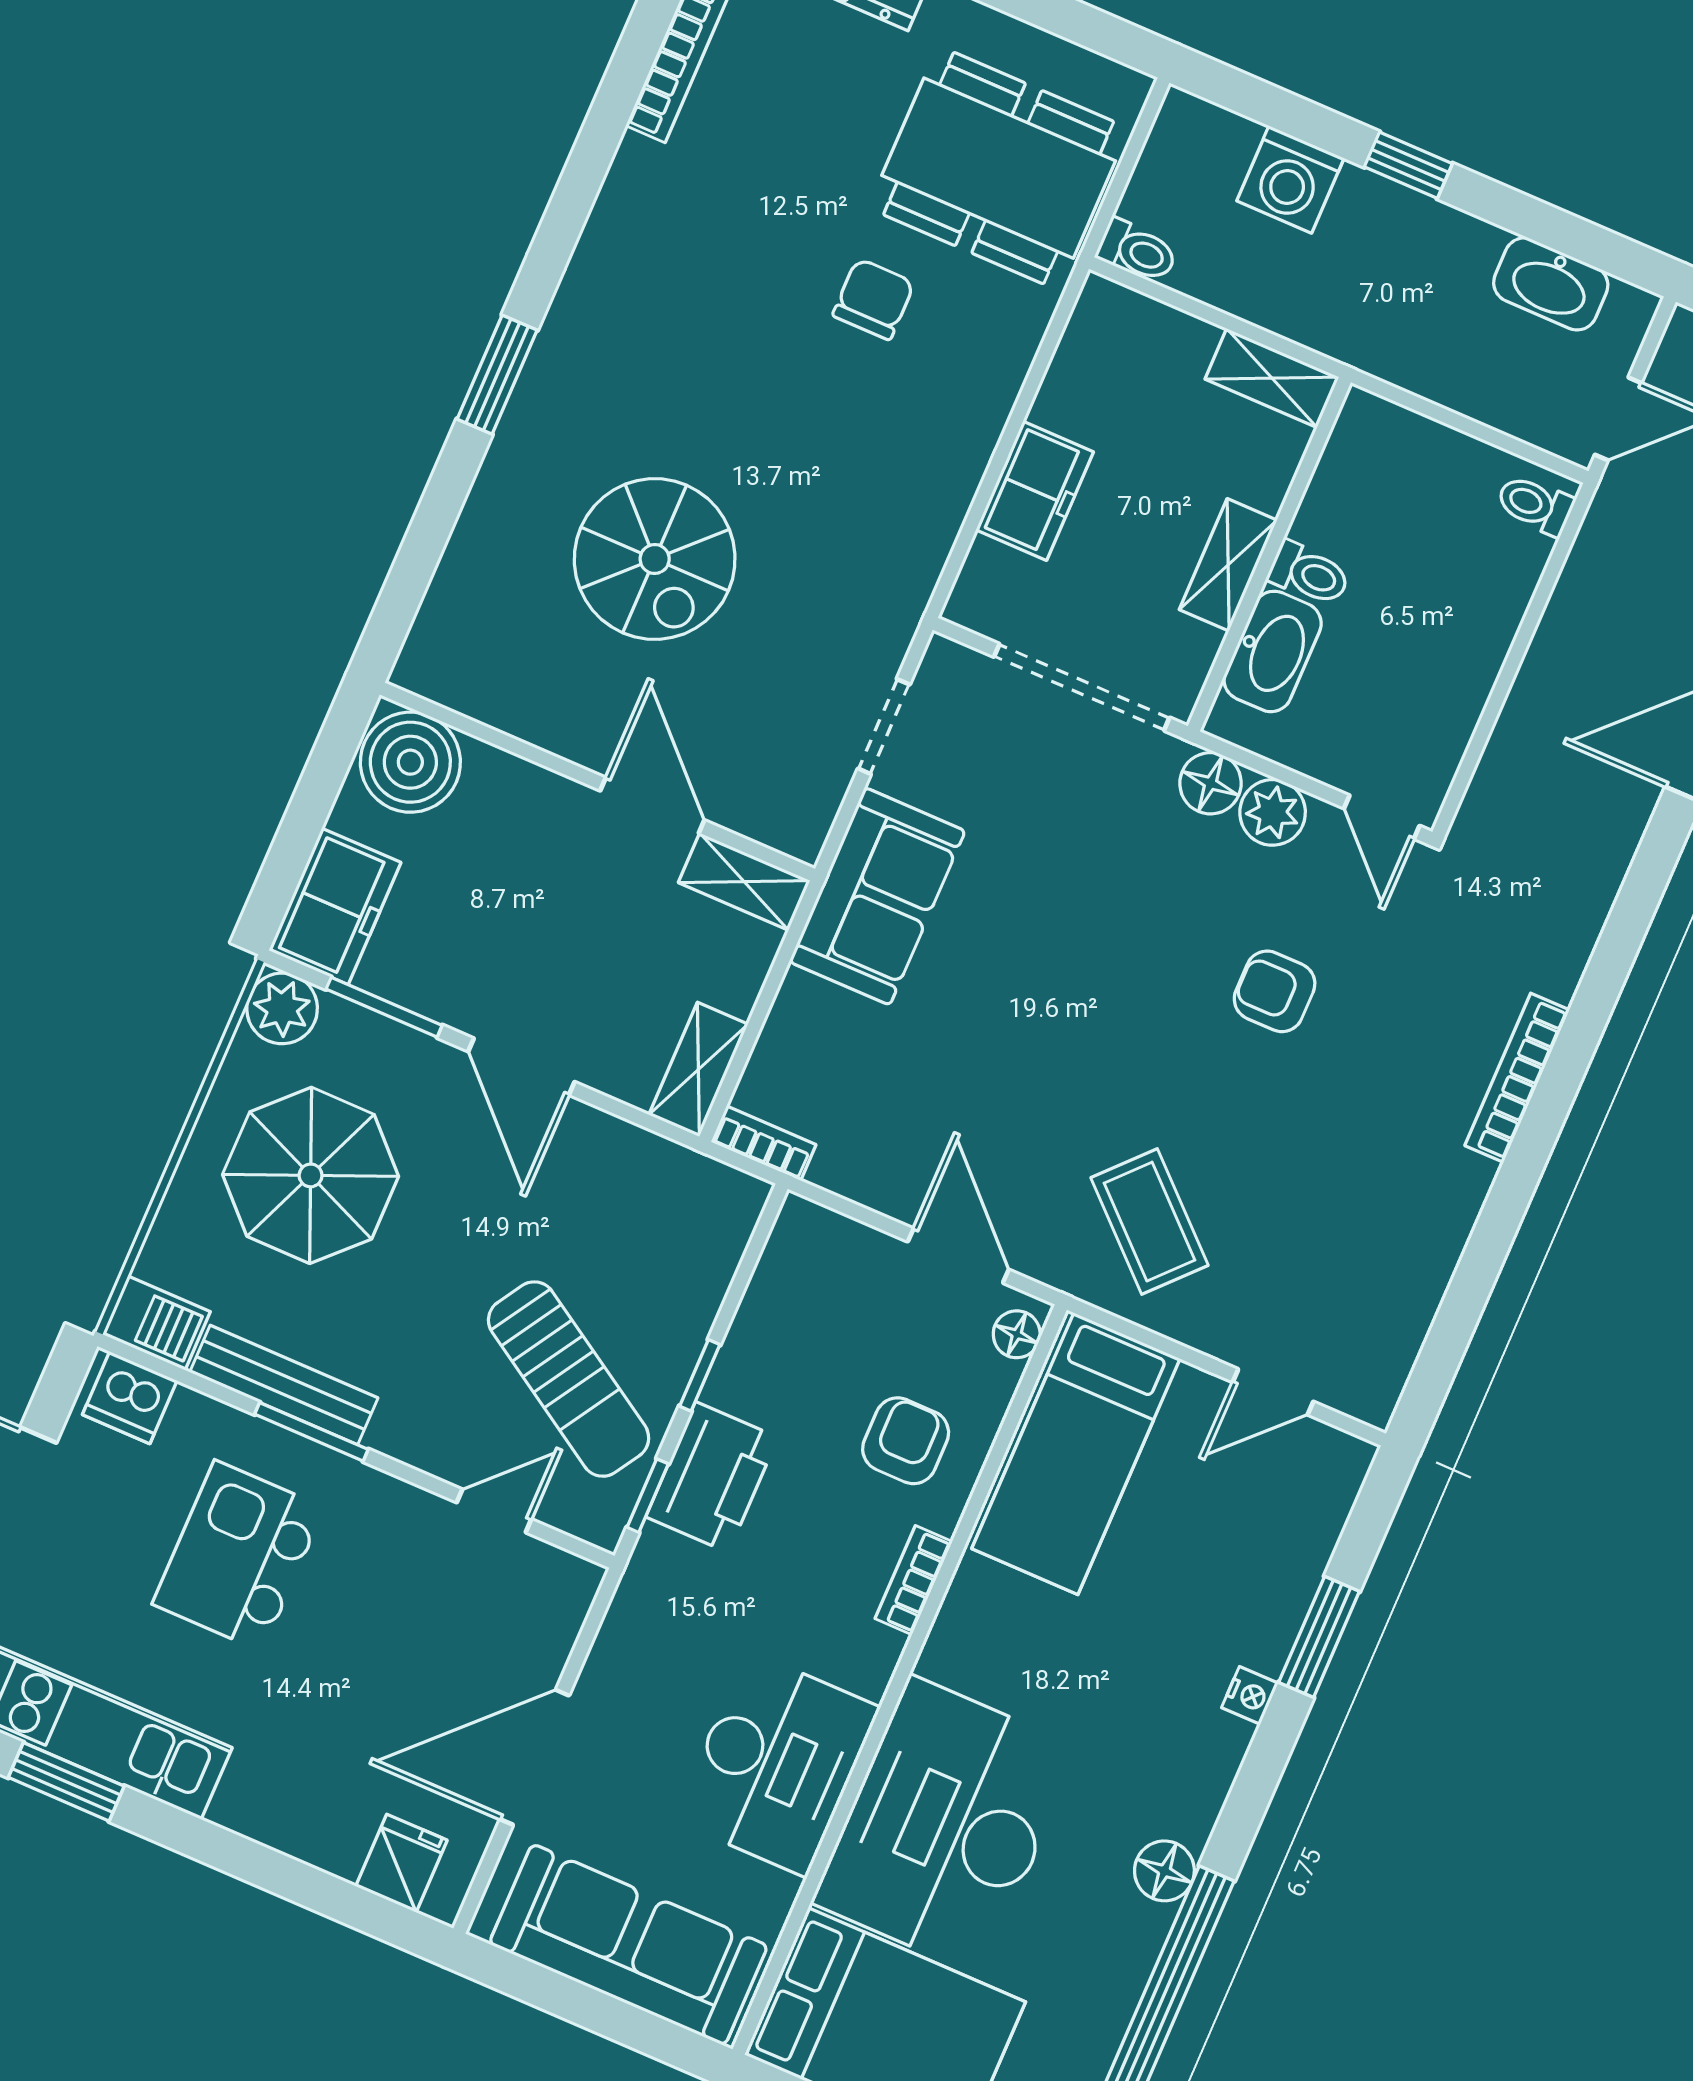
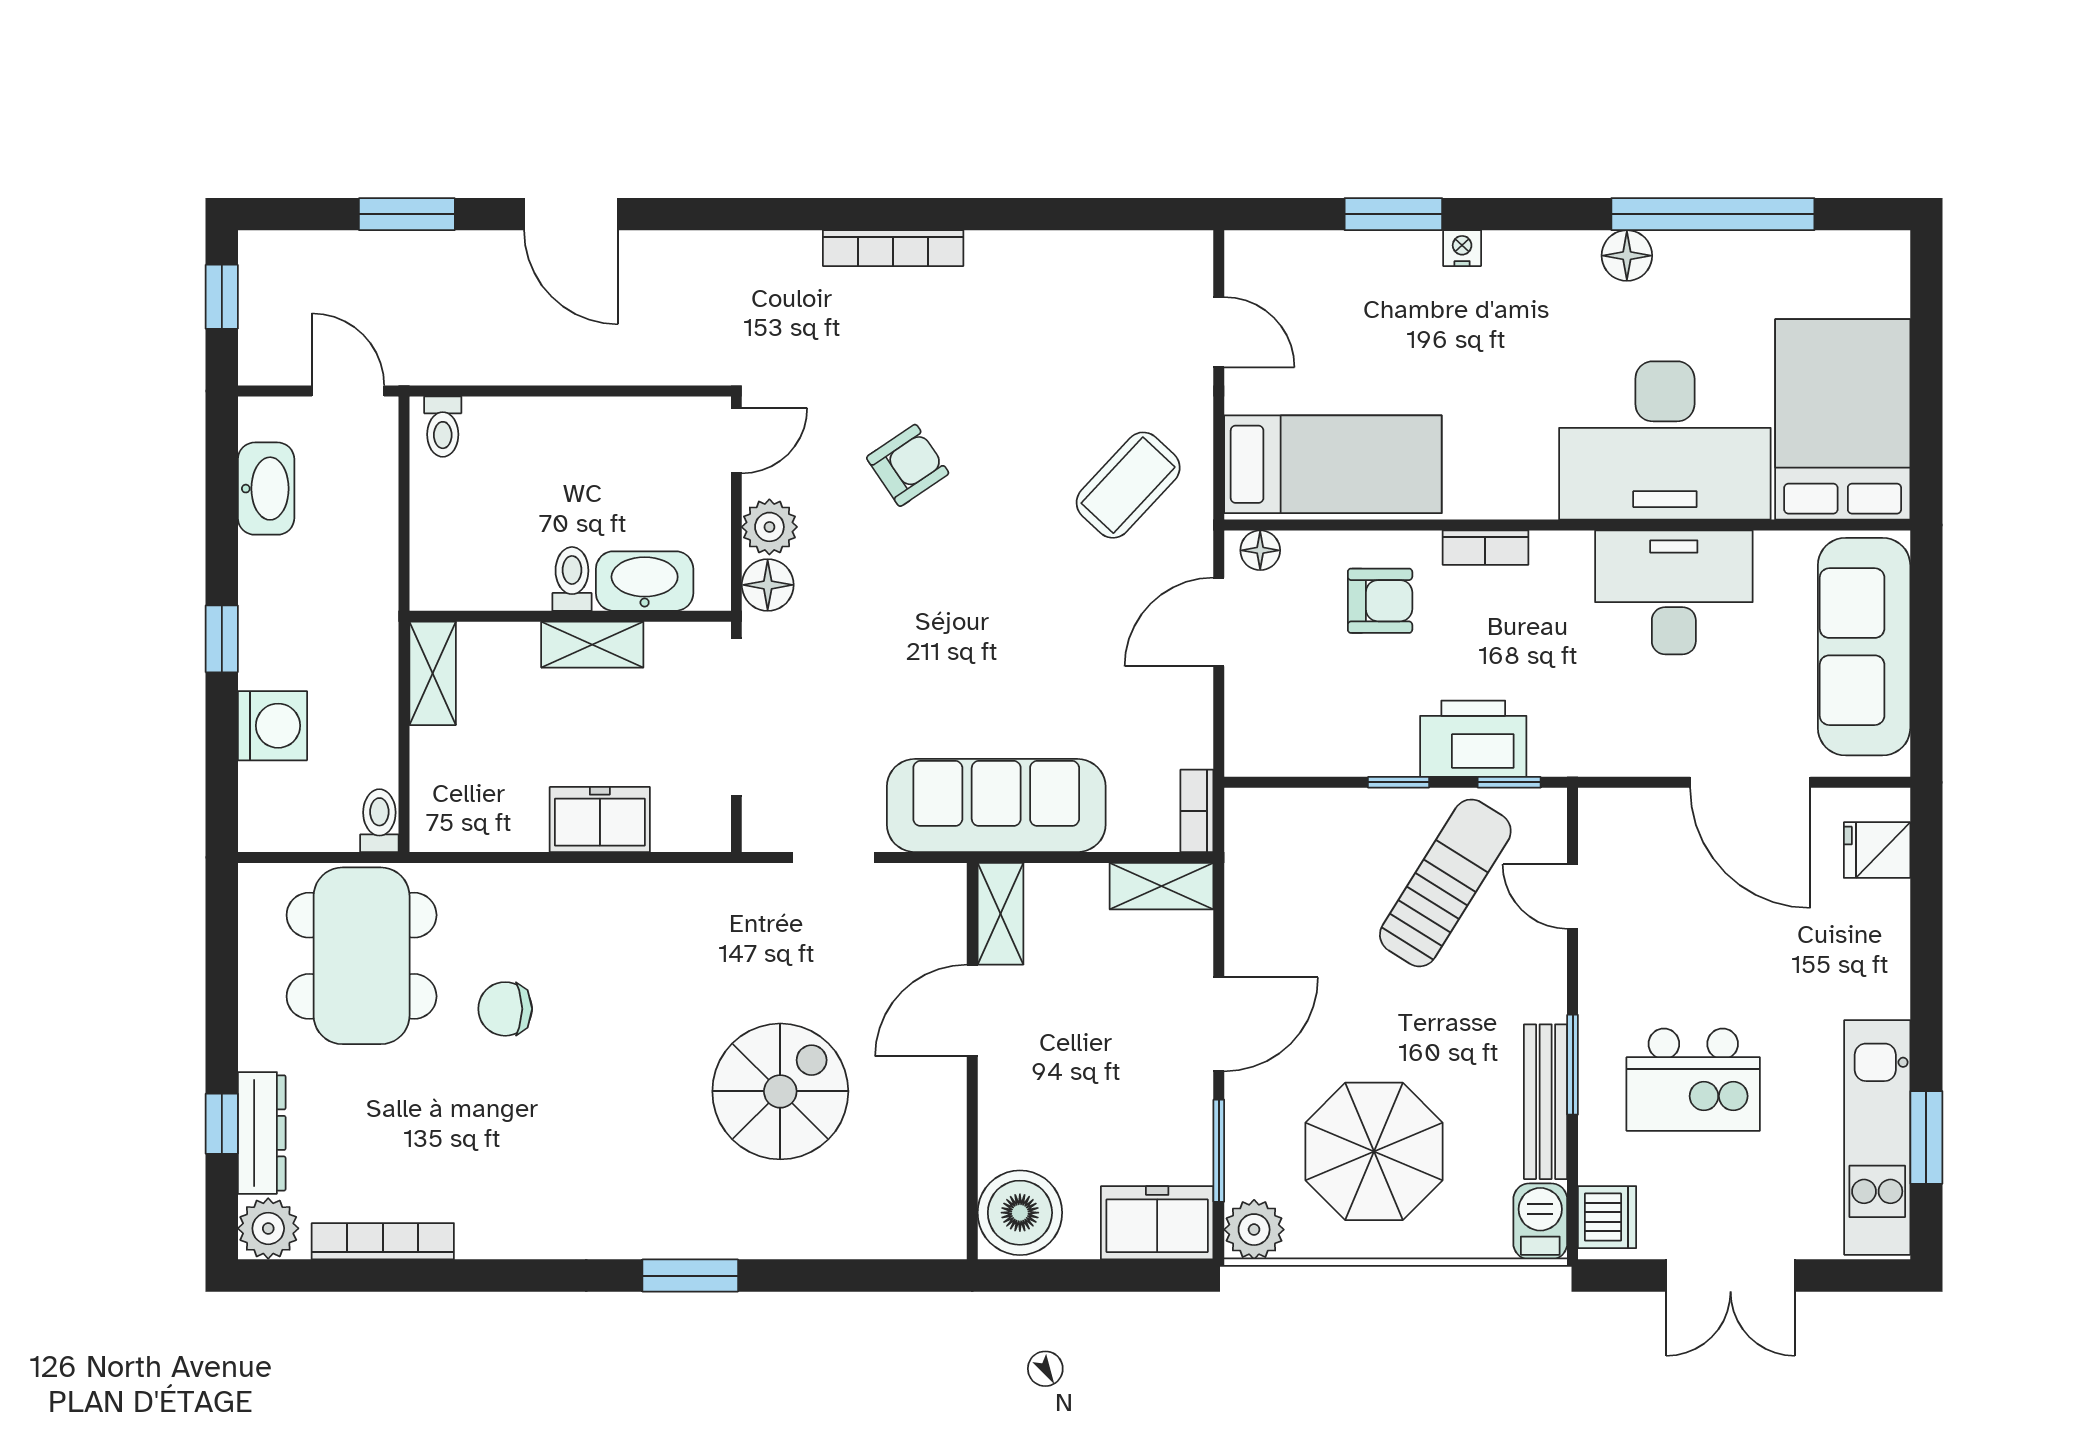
sofa: (877, 896) -> (996, 806), width x1.36
armchair: (1275, 991) -> (908, 465), turned -124
armchair: (906, 1441) -> (1380, 601), turned 180

